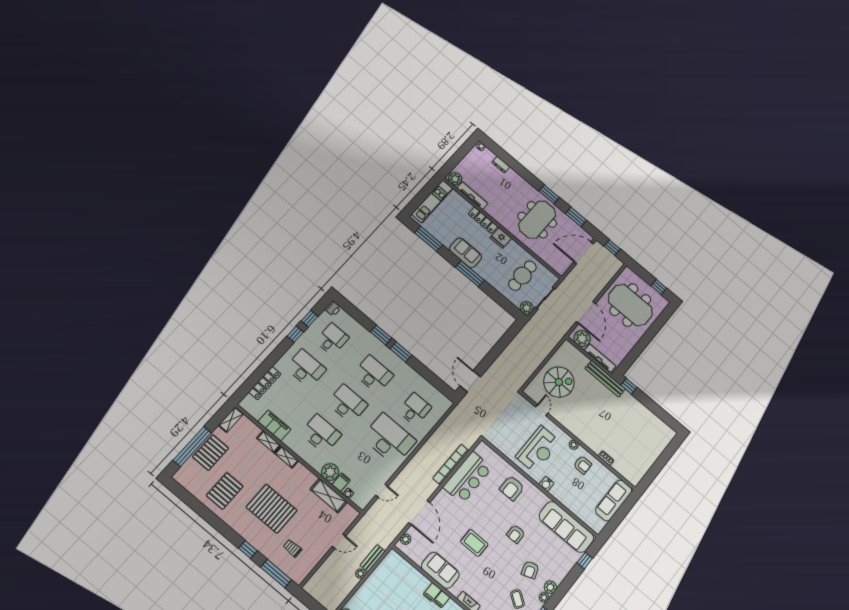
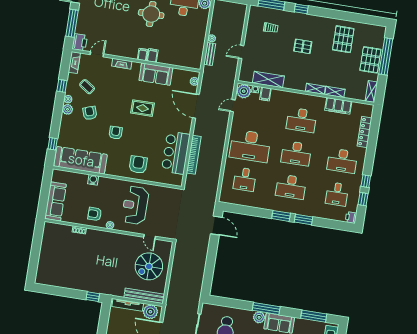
plant: (527, 308) -> (259, 317), moved
bench: (605, 379) -> (144, 296), moved
plant: (330, 472) -> (244, 91), moved
water cooler: (547, 484) -> (93, 180), moved
pallet: (272, 509) -> (303, 46), width x0.49, depth x0.50

